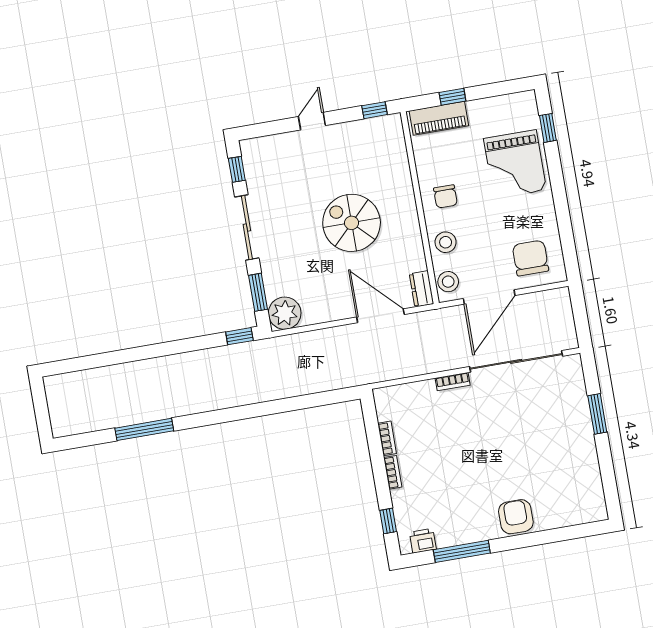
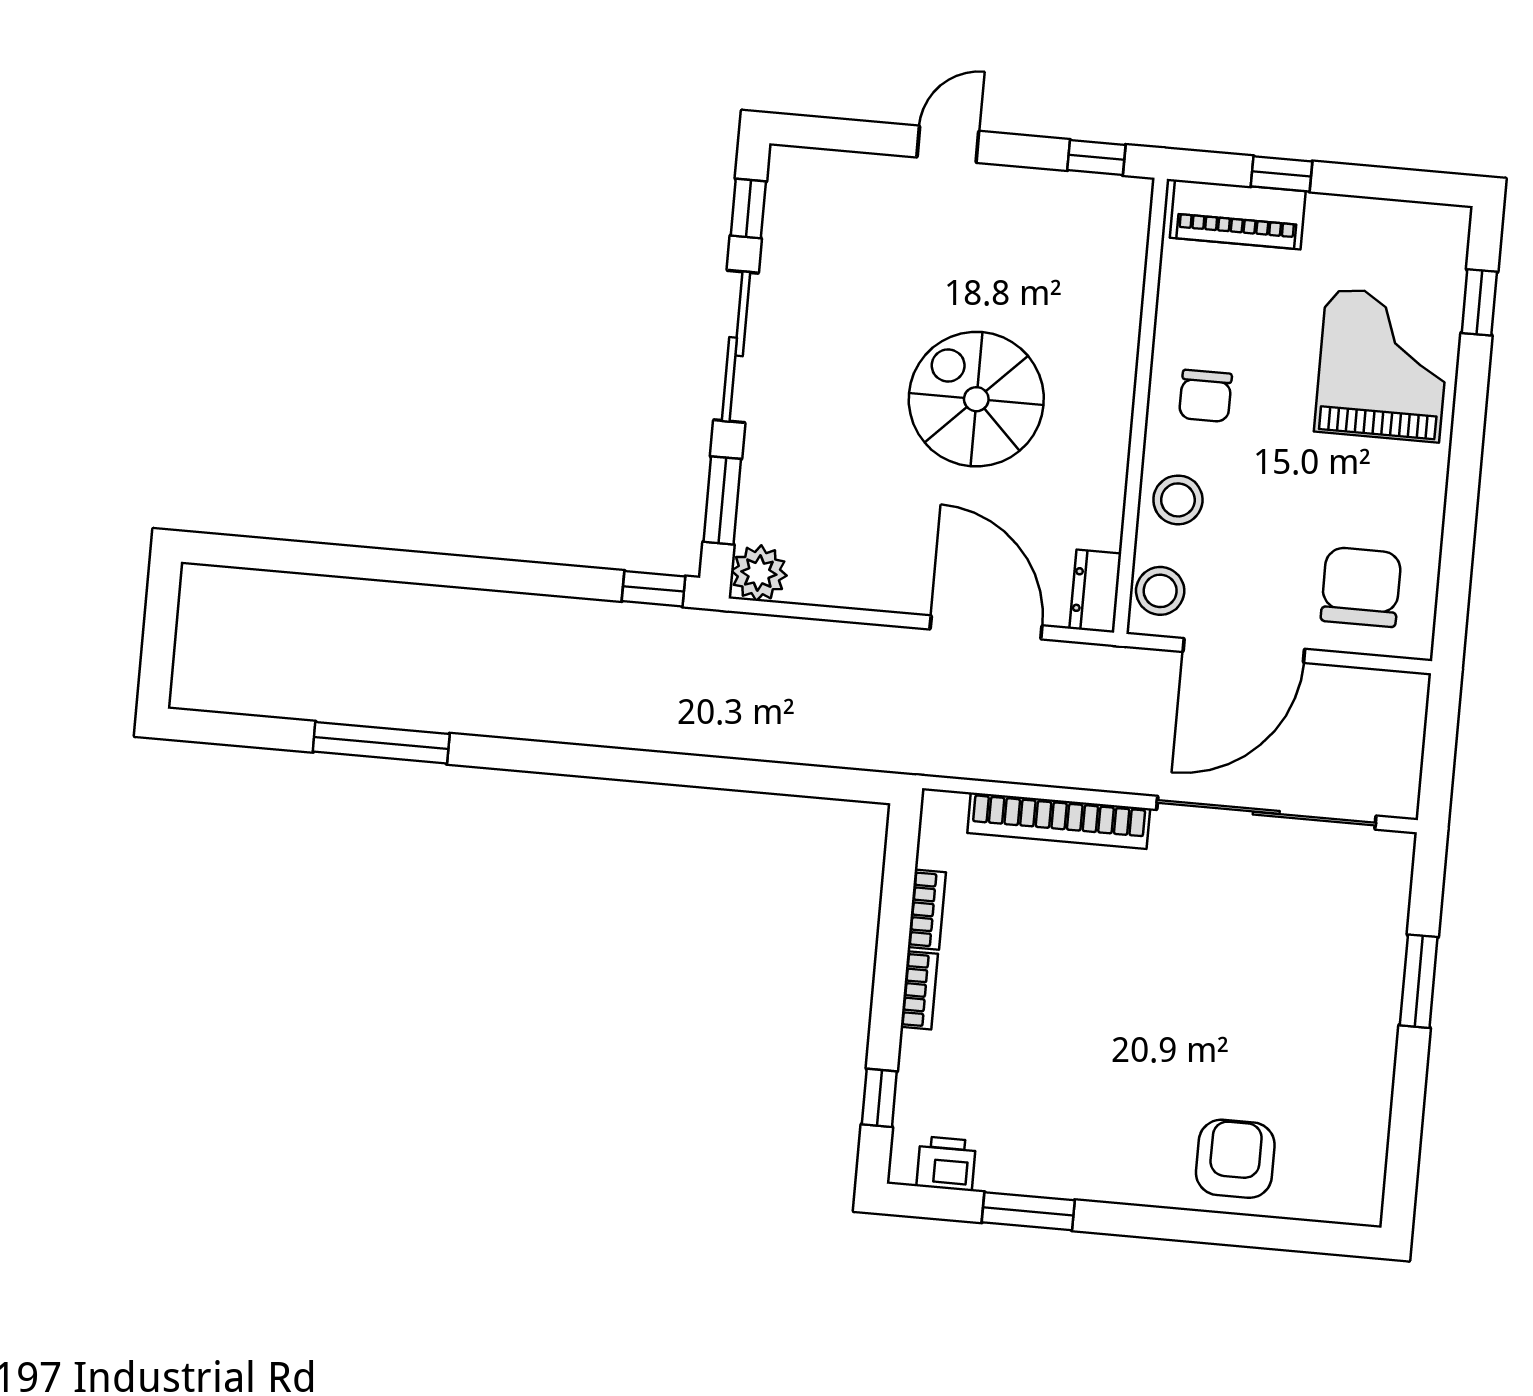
grand piano: (515, 164) -> (1383, 365), turned 180
plant: (285, 313) -> (759, 573), width x0.73, depth x0.73
bookcase: (453, 382) -> (1059, 821), width x2.31, depth x1.31
armchair: (516, 517) -> (1235, 1159), moved
window: (462, 551) -> (1028, 1211), width x0.69

